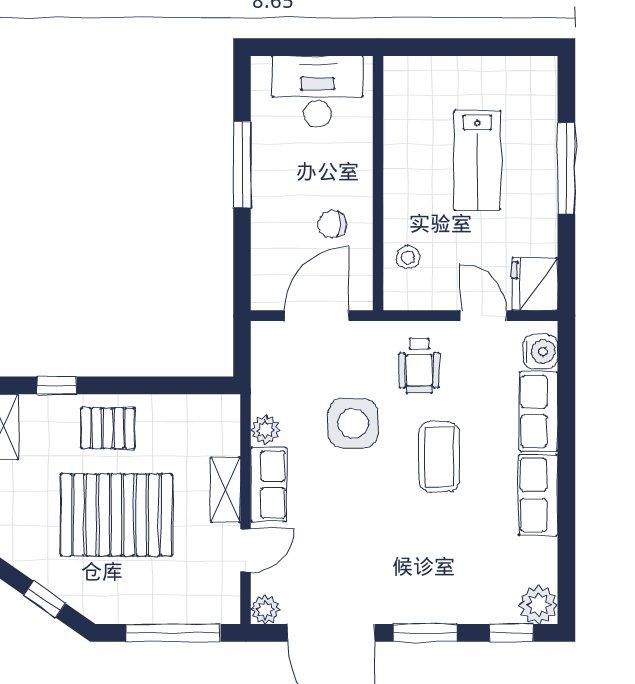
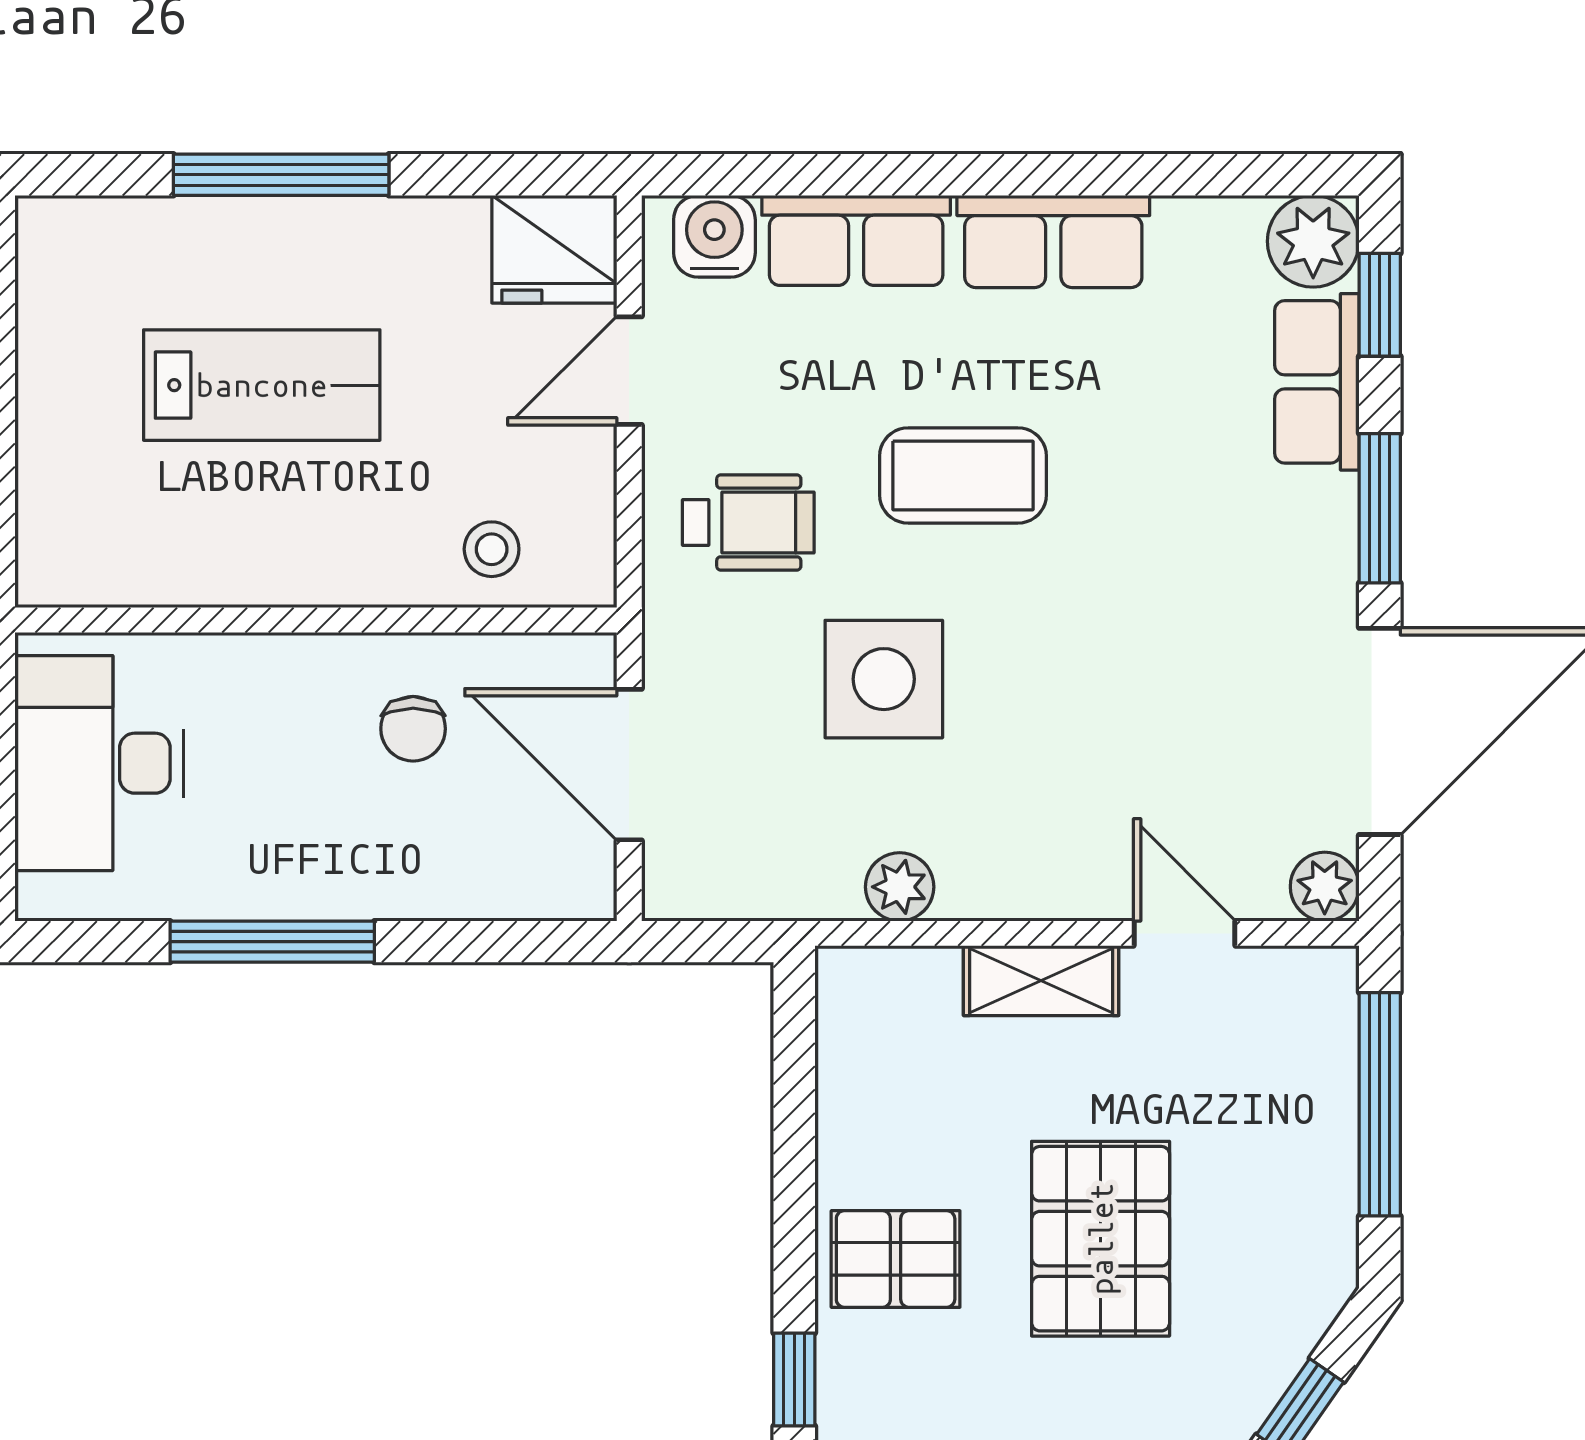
pallet: (108, 428) -> (896, 1259), turned 90
row of seats: (269, 484) -> (1317, 382), moved, turned -90
pallet: (116, 515) -> (1101, 1239), width x0.73, depth x0.71

